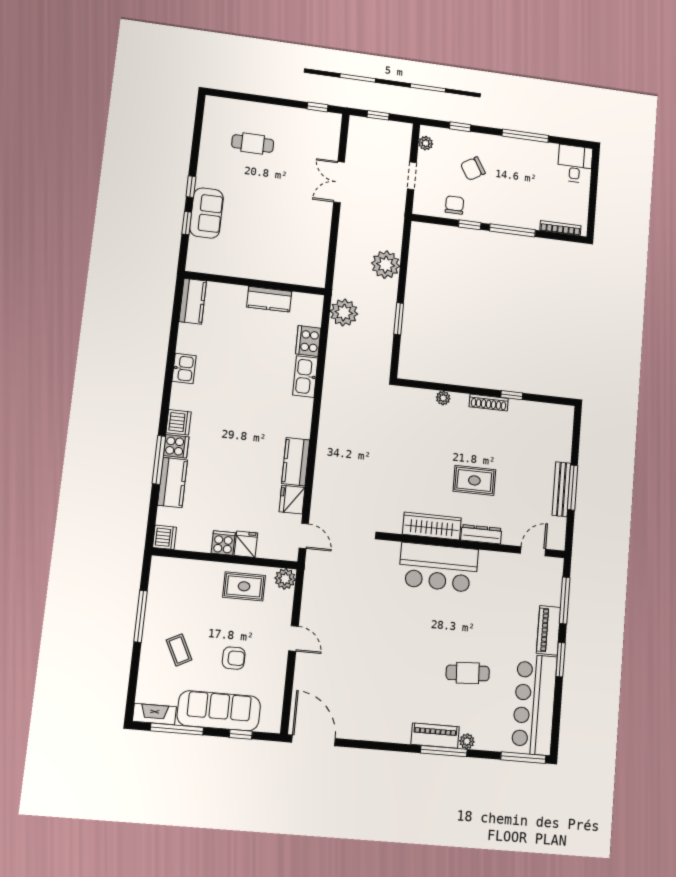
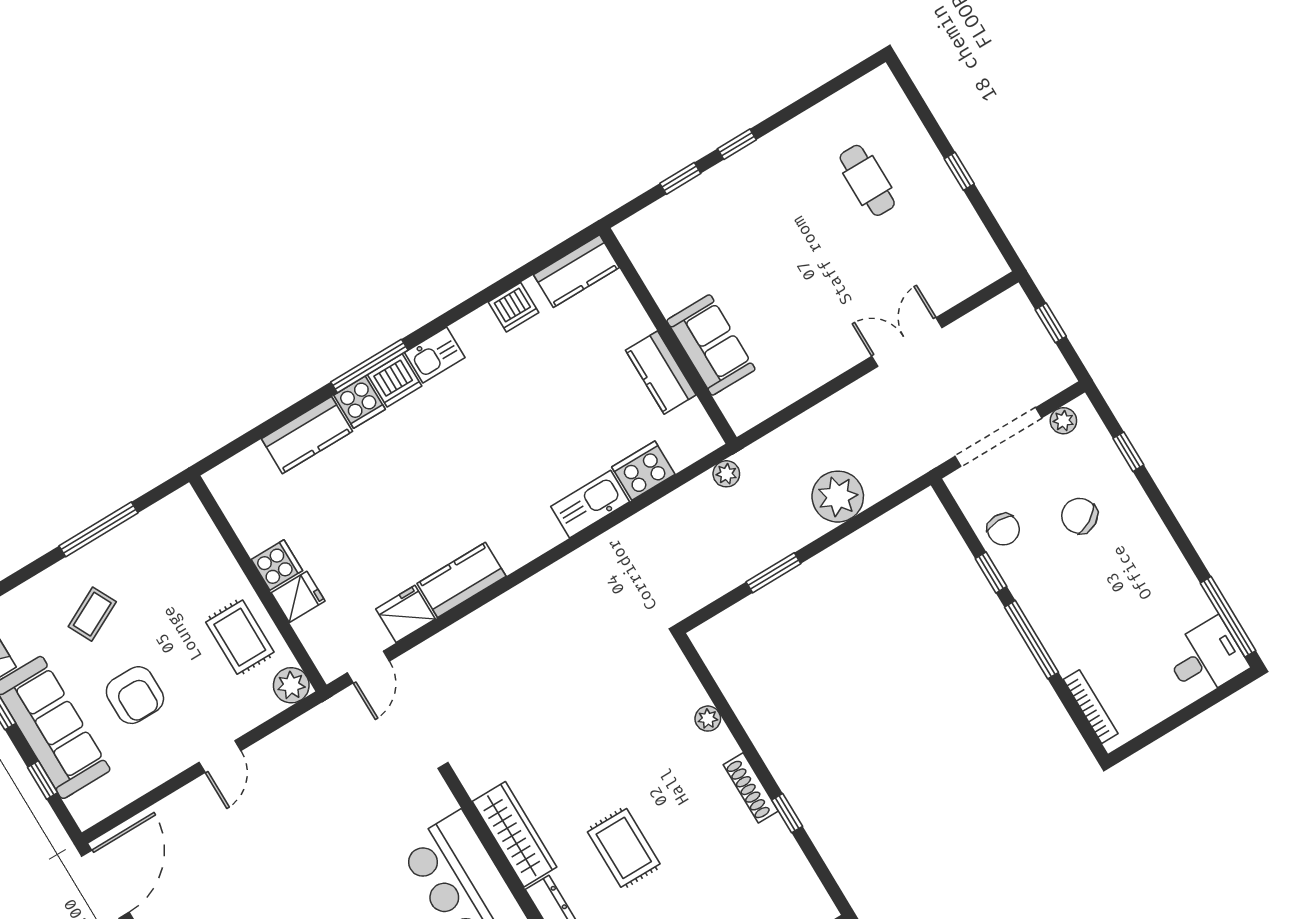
window: (317, 107) -> (959, 171), moved
window: (525, 136) -> (1228, 617), moved
doorway: (412, 176) -> (998, 437), width x1.88
chair: (454, 205) -> (1003, 529), turned 90
sofa: (207, 213) -> (711, 345), moved, turned -90
plant: (344, 313) -> (726, 474), width x0.53, depth x0.53
kitchen sink: (184, 368) -> (435, 355), moved
window: (159, 460) -> (369, 366), moved
dishwasher: (164, 537) -> (514, 307), moved
armchair: (234, 658) -> (135, 695), width x1.38, depth x1.38

